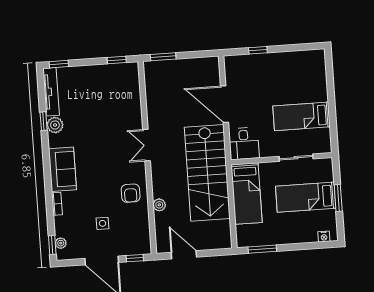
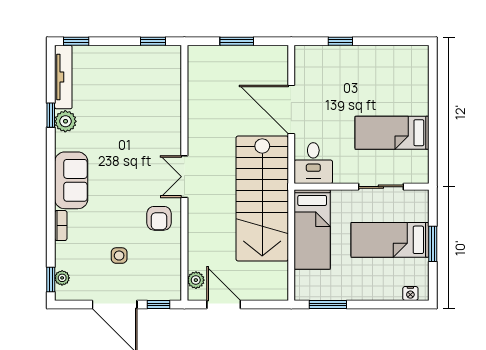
window: (163, 57) -> (237, 41), moved
double door: (146, 145) -> (184, 177), moved
plant: (159, 205) -> (196, 280), moved

